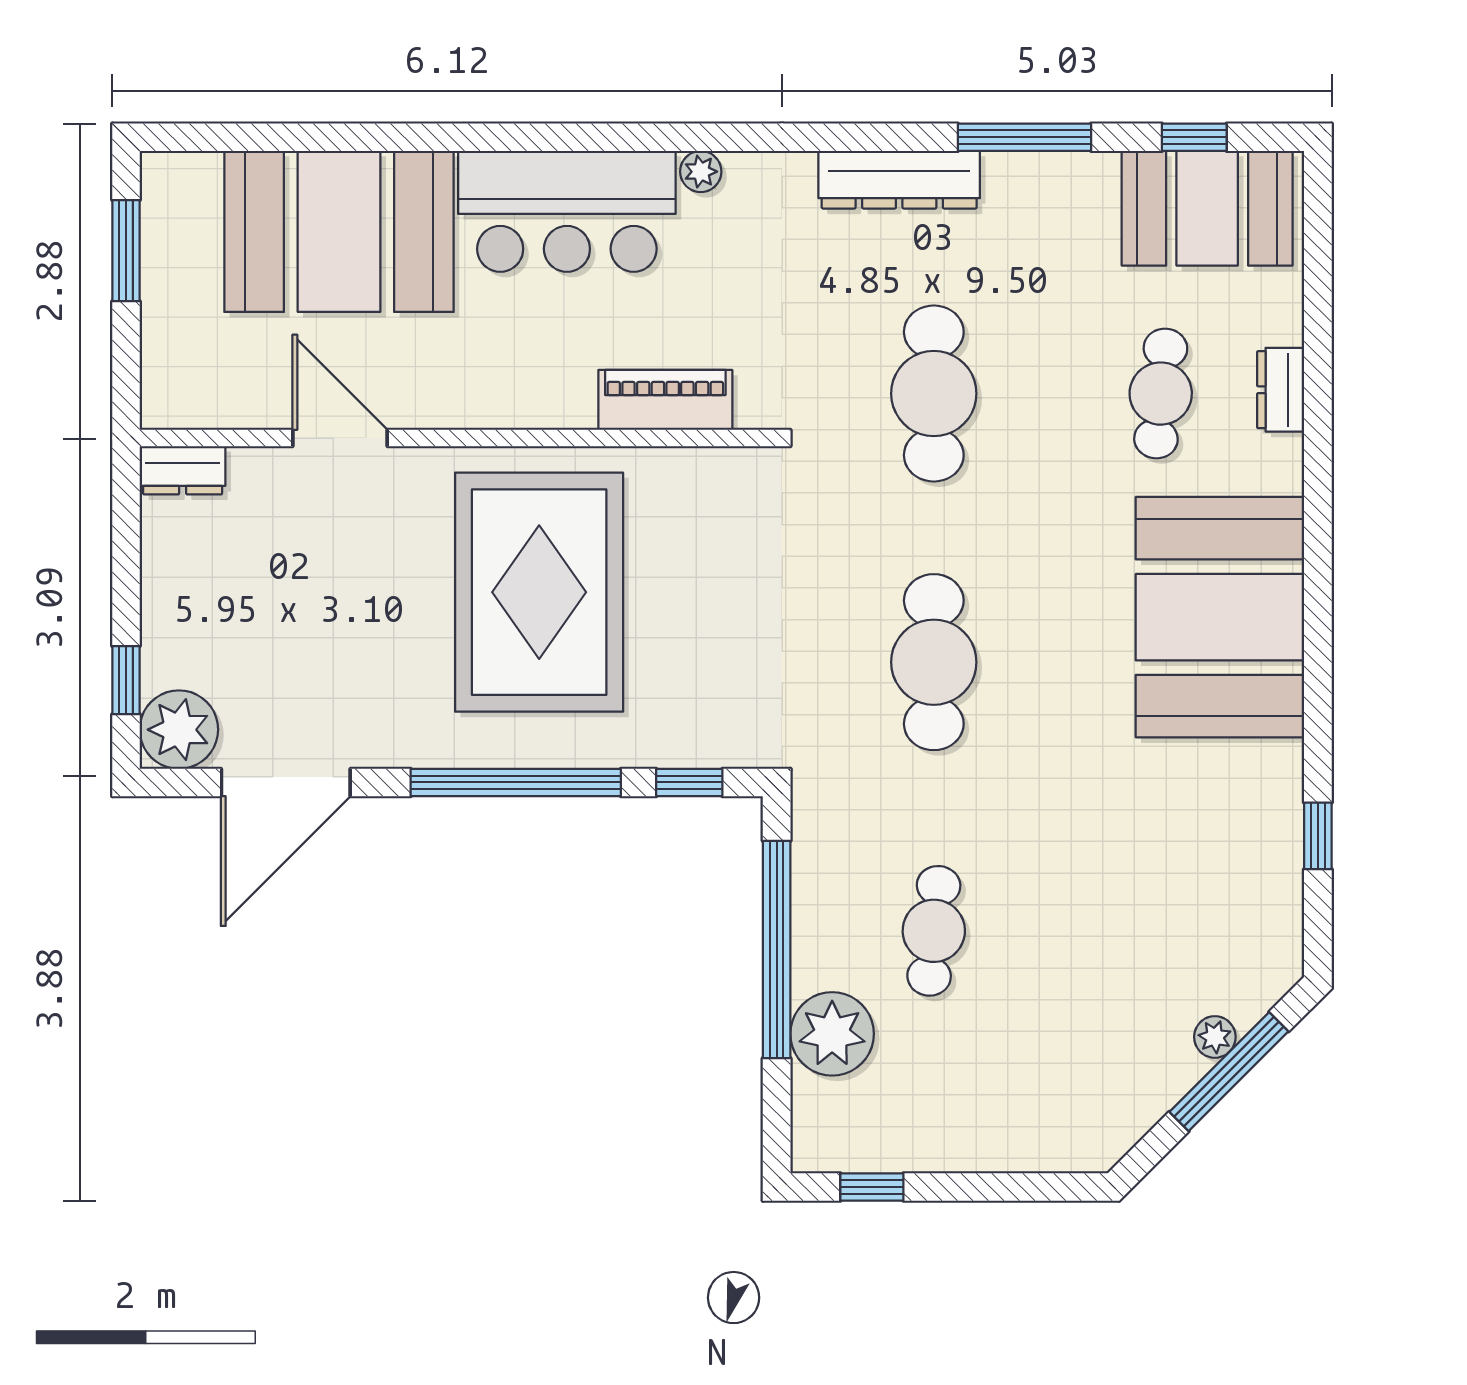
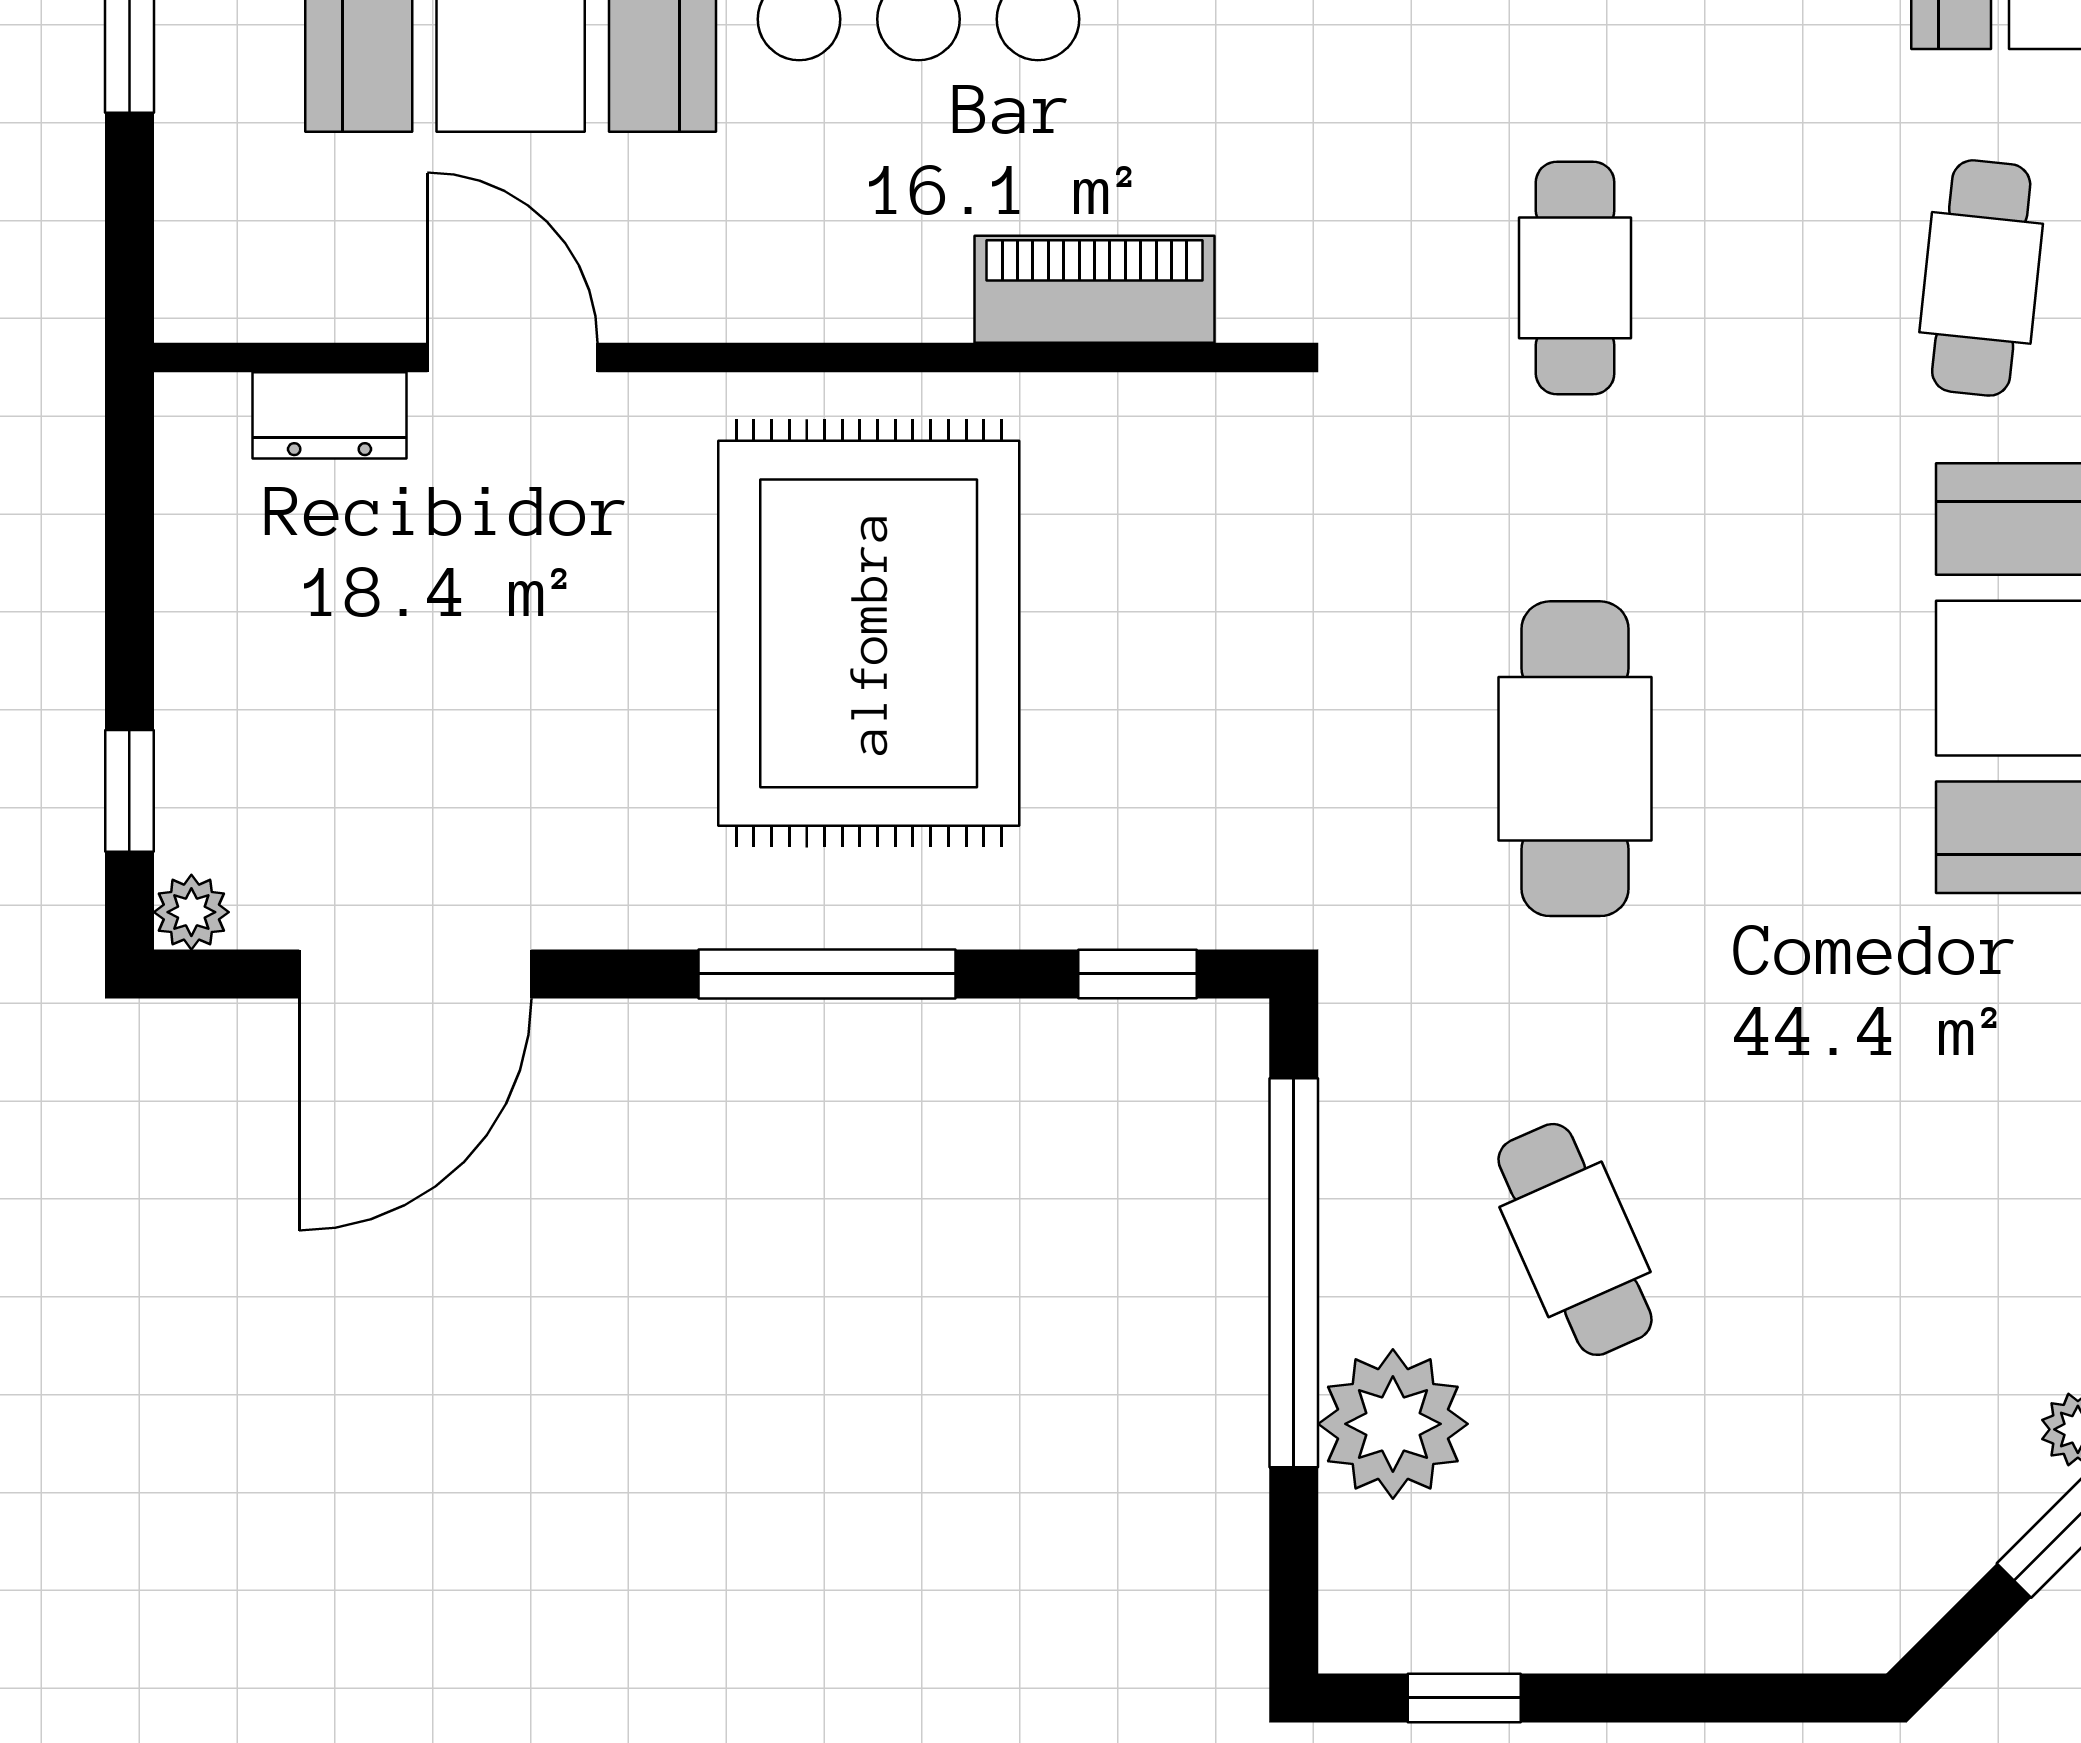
cafe table: (934, 394) -> (1575, 278), width x0.73, depth x0.74
dresser: (183, 470) -> (330, 415), moved
plant: (179, 730) -> (191, 912), width x0.53, depth x0.53
window: (516, 782) -> (827, 974), width x0.68
cafe table: (934, 931) -> (1575, 1239), turned -30

